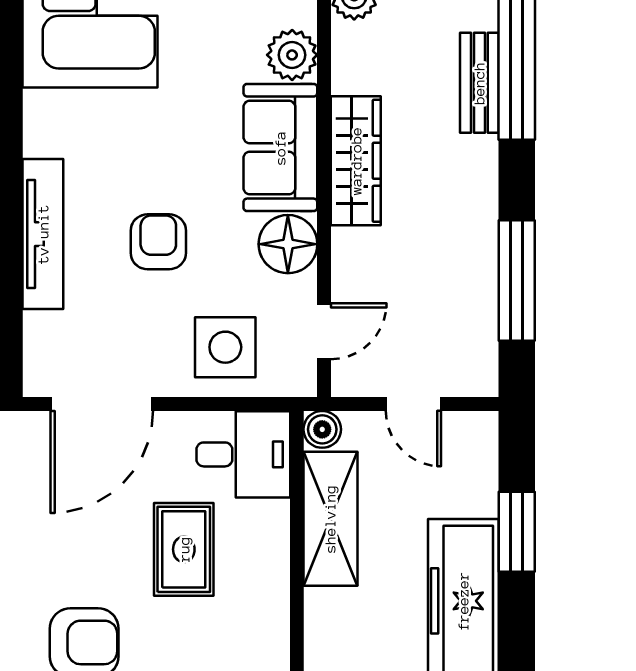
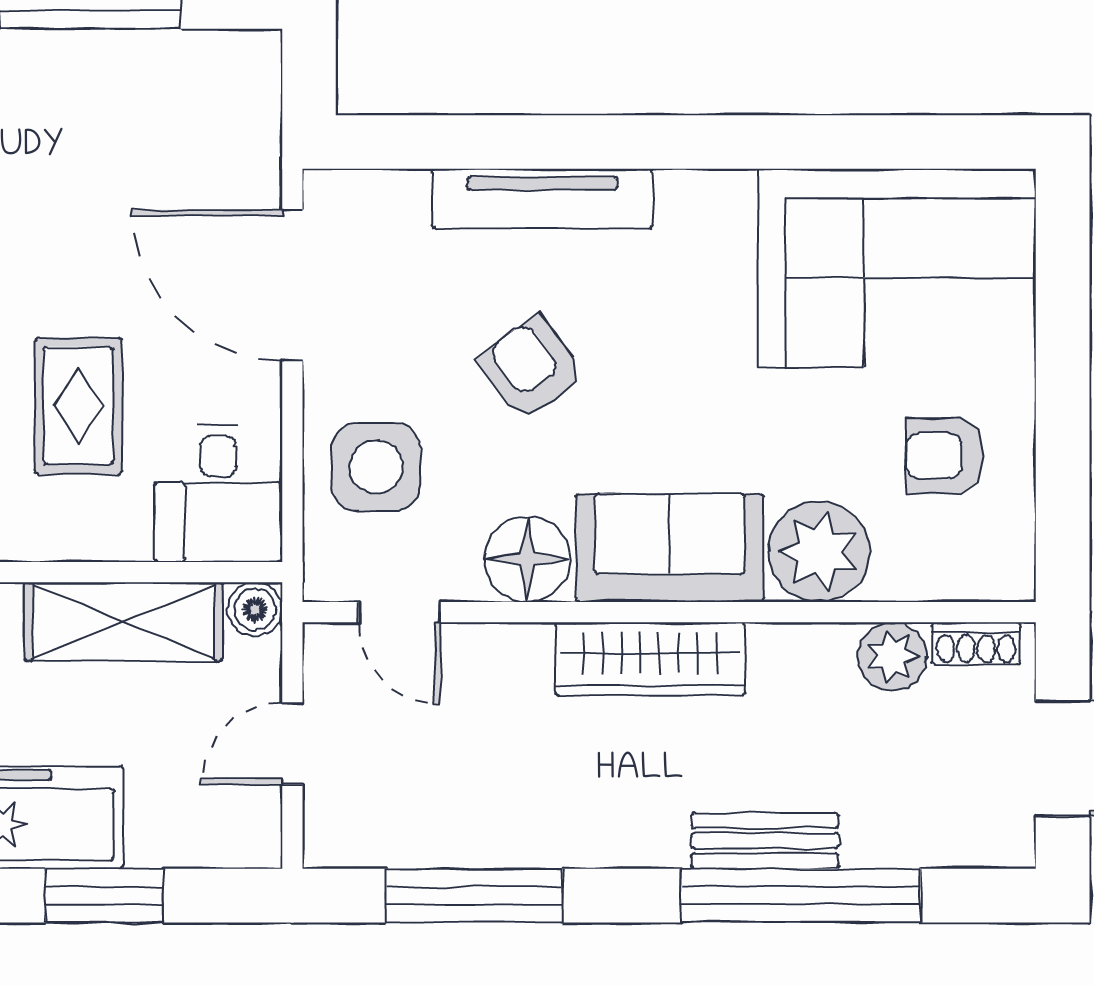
plant: (292, 55) -> (819, 552), width x1.36, depth x1.36
armchair: (158, 242) -> (531, 368), turned -126
rug: (184, 549) -> (78, 406), turned 90

